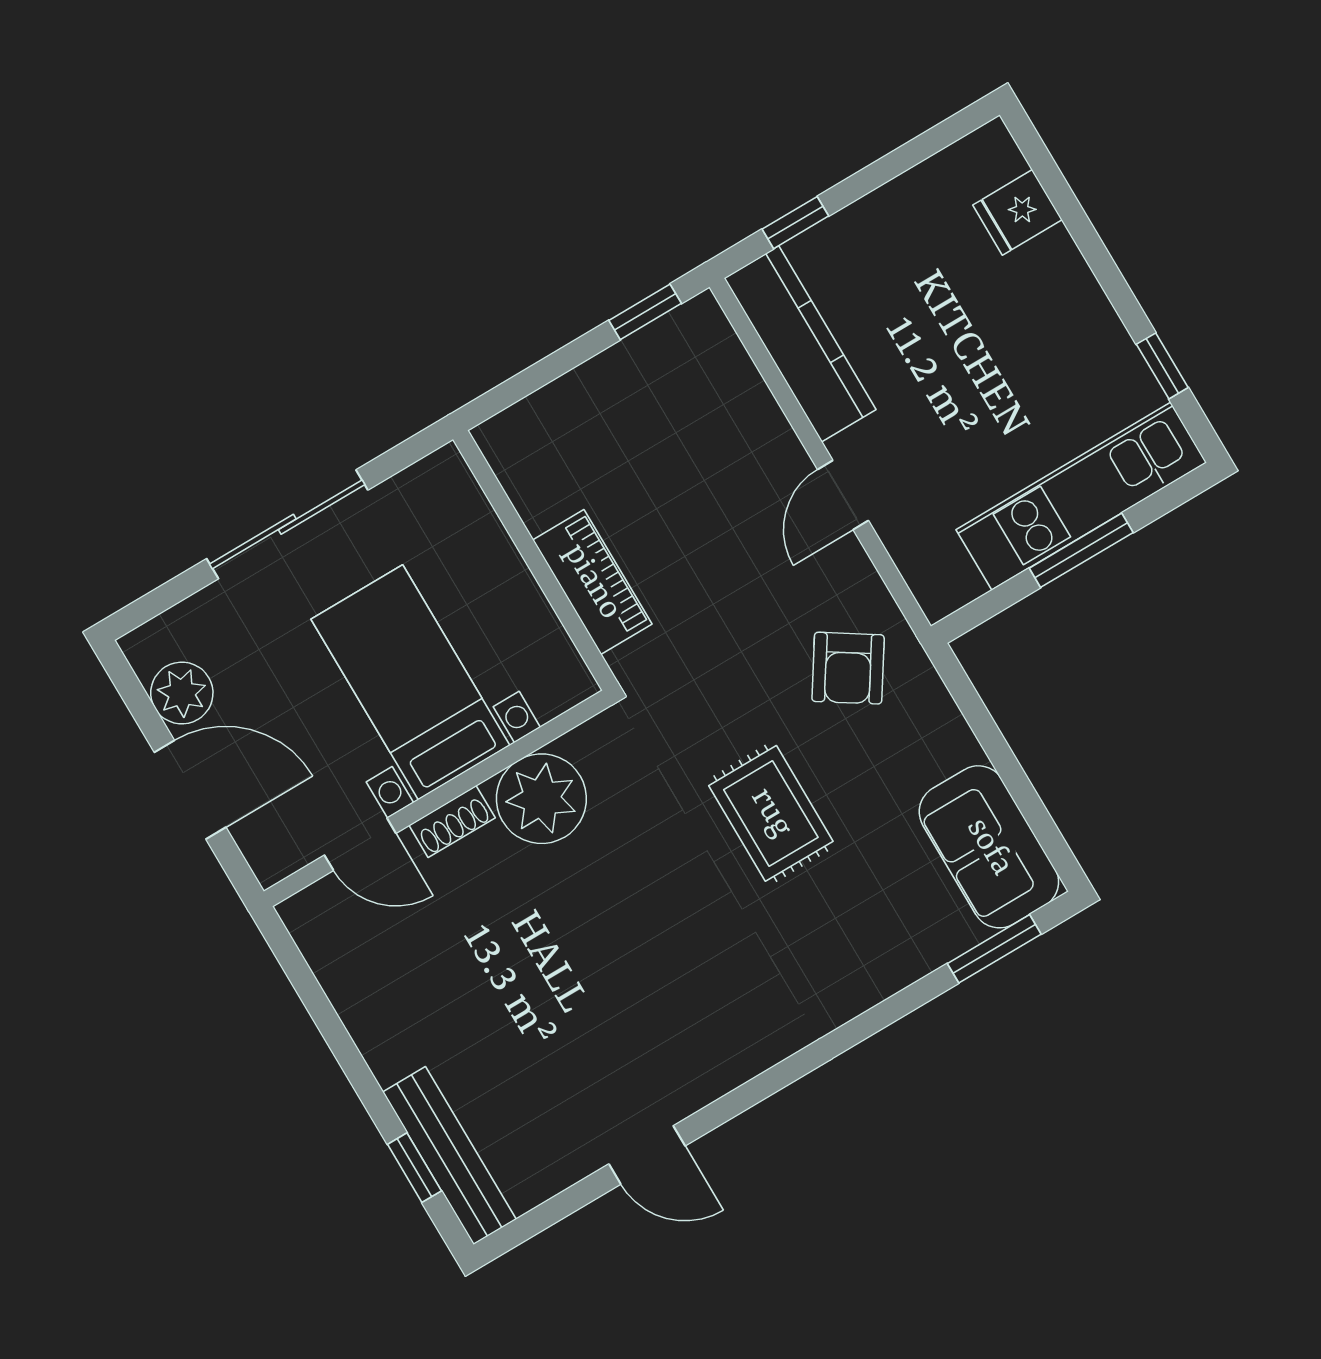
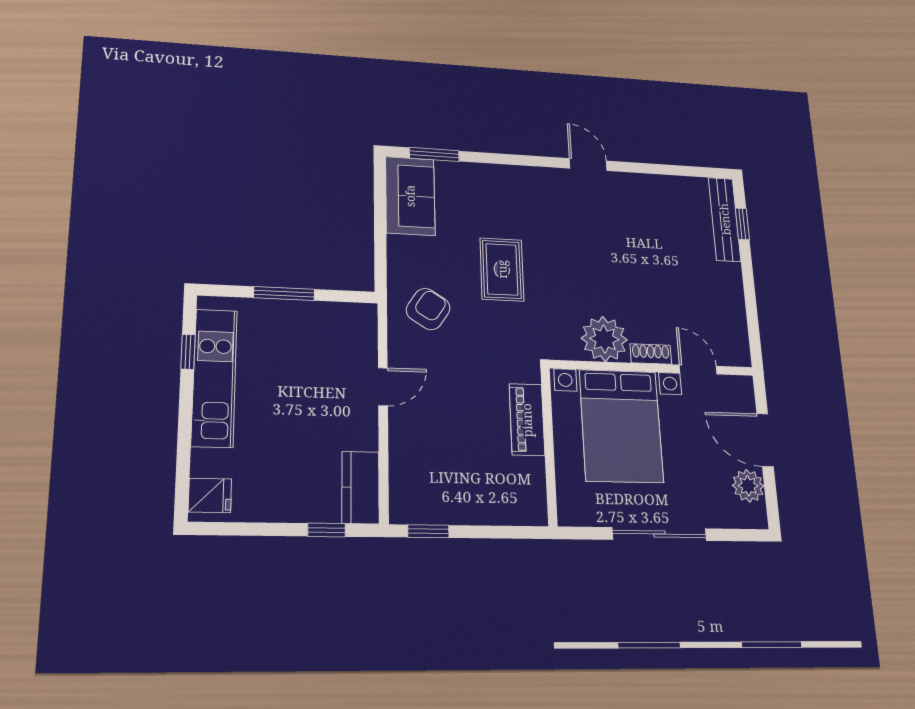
fridge: (1017, 212) -> (210, 495), moved
kitchen counter: (800, 344) -> (361, 487), width x0.67
kitchen unit: (1081, 496) -> (214, 378), moved, turned -90
bed with nightstands: (410, 682) -> (621, 426), width x1.36
door: (647, 1155) -> (588, 165), moved

